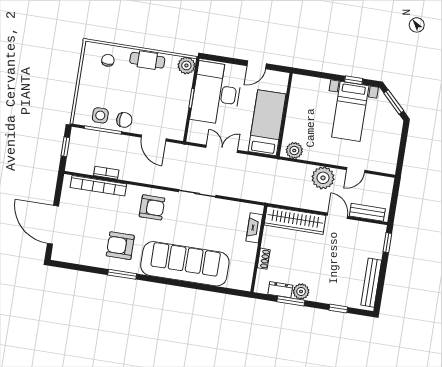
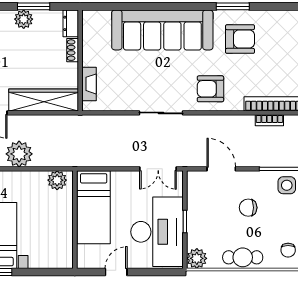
chair: (124, 120) -> (248, 208), moved
double door: (222, 149) -> (158, 169), moved
dresser: (280, 290) -> (71, 23), moved, turned 90

